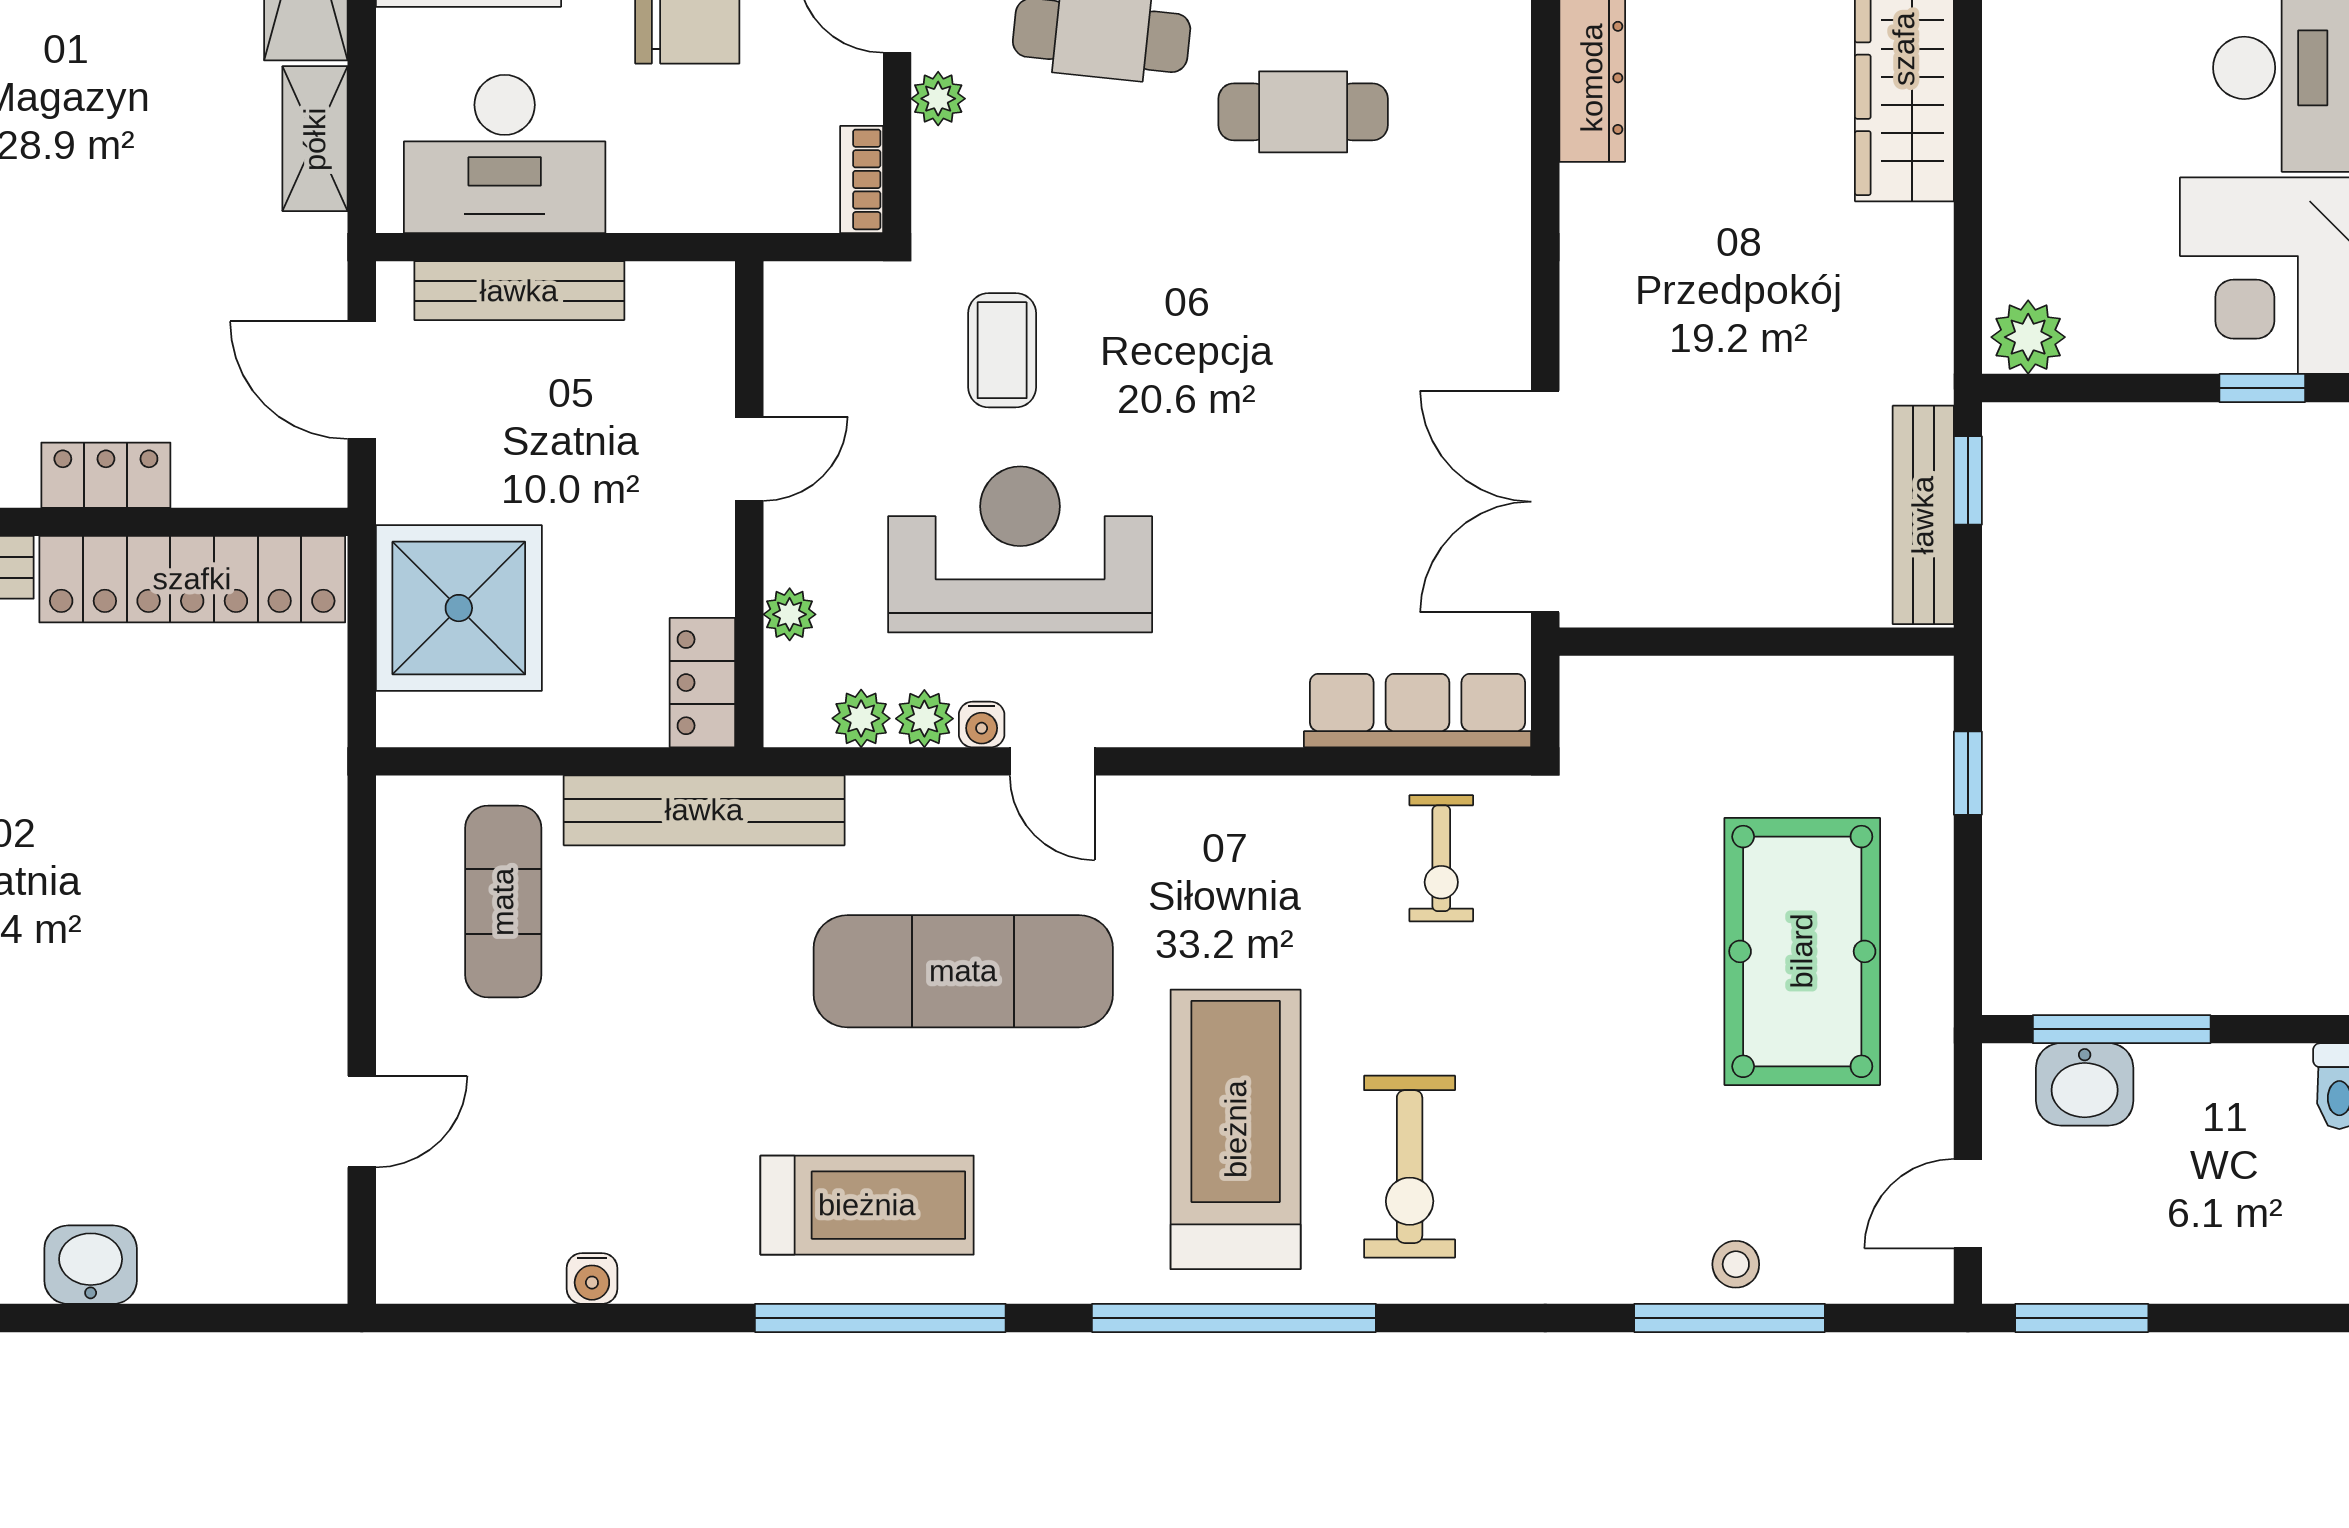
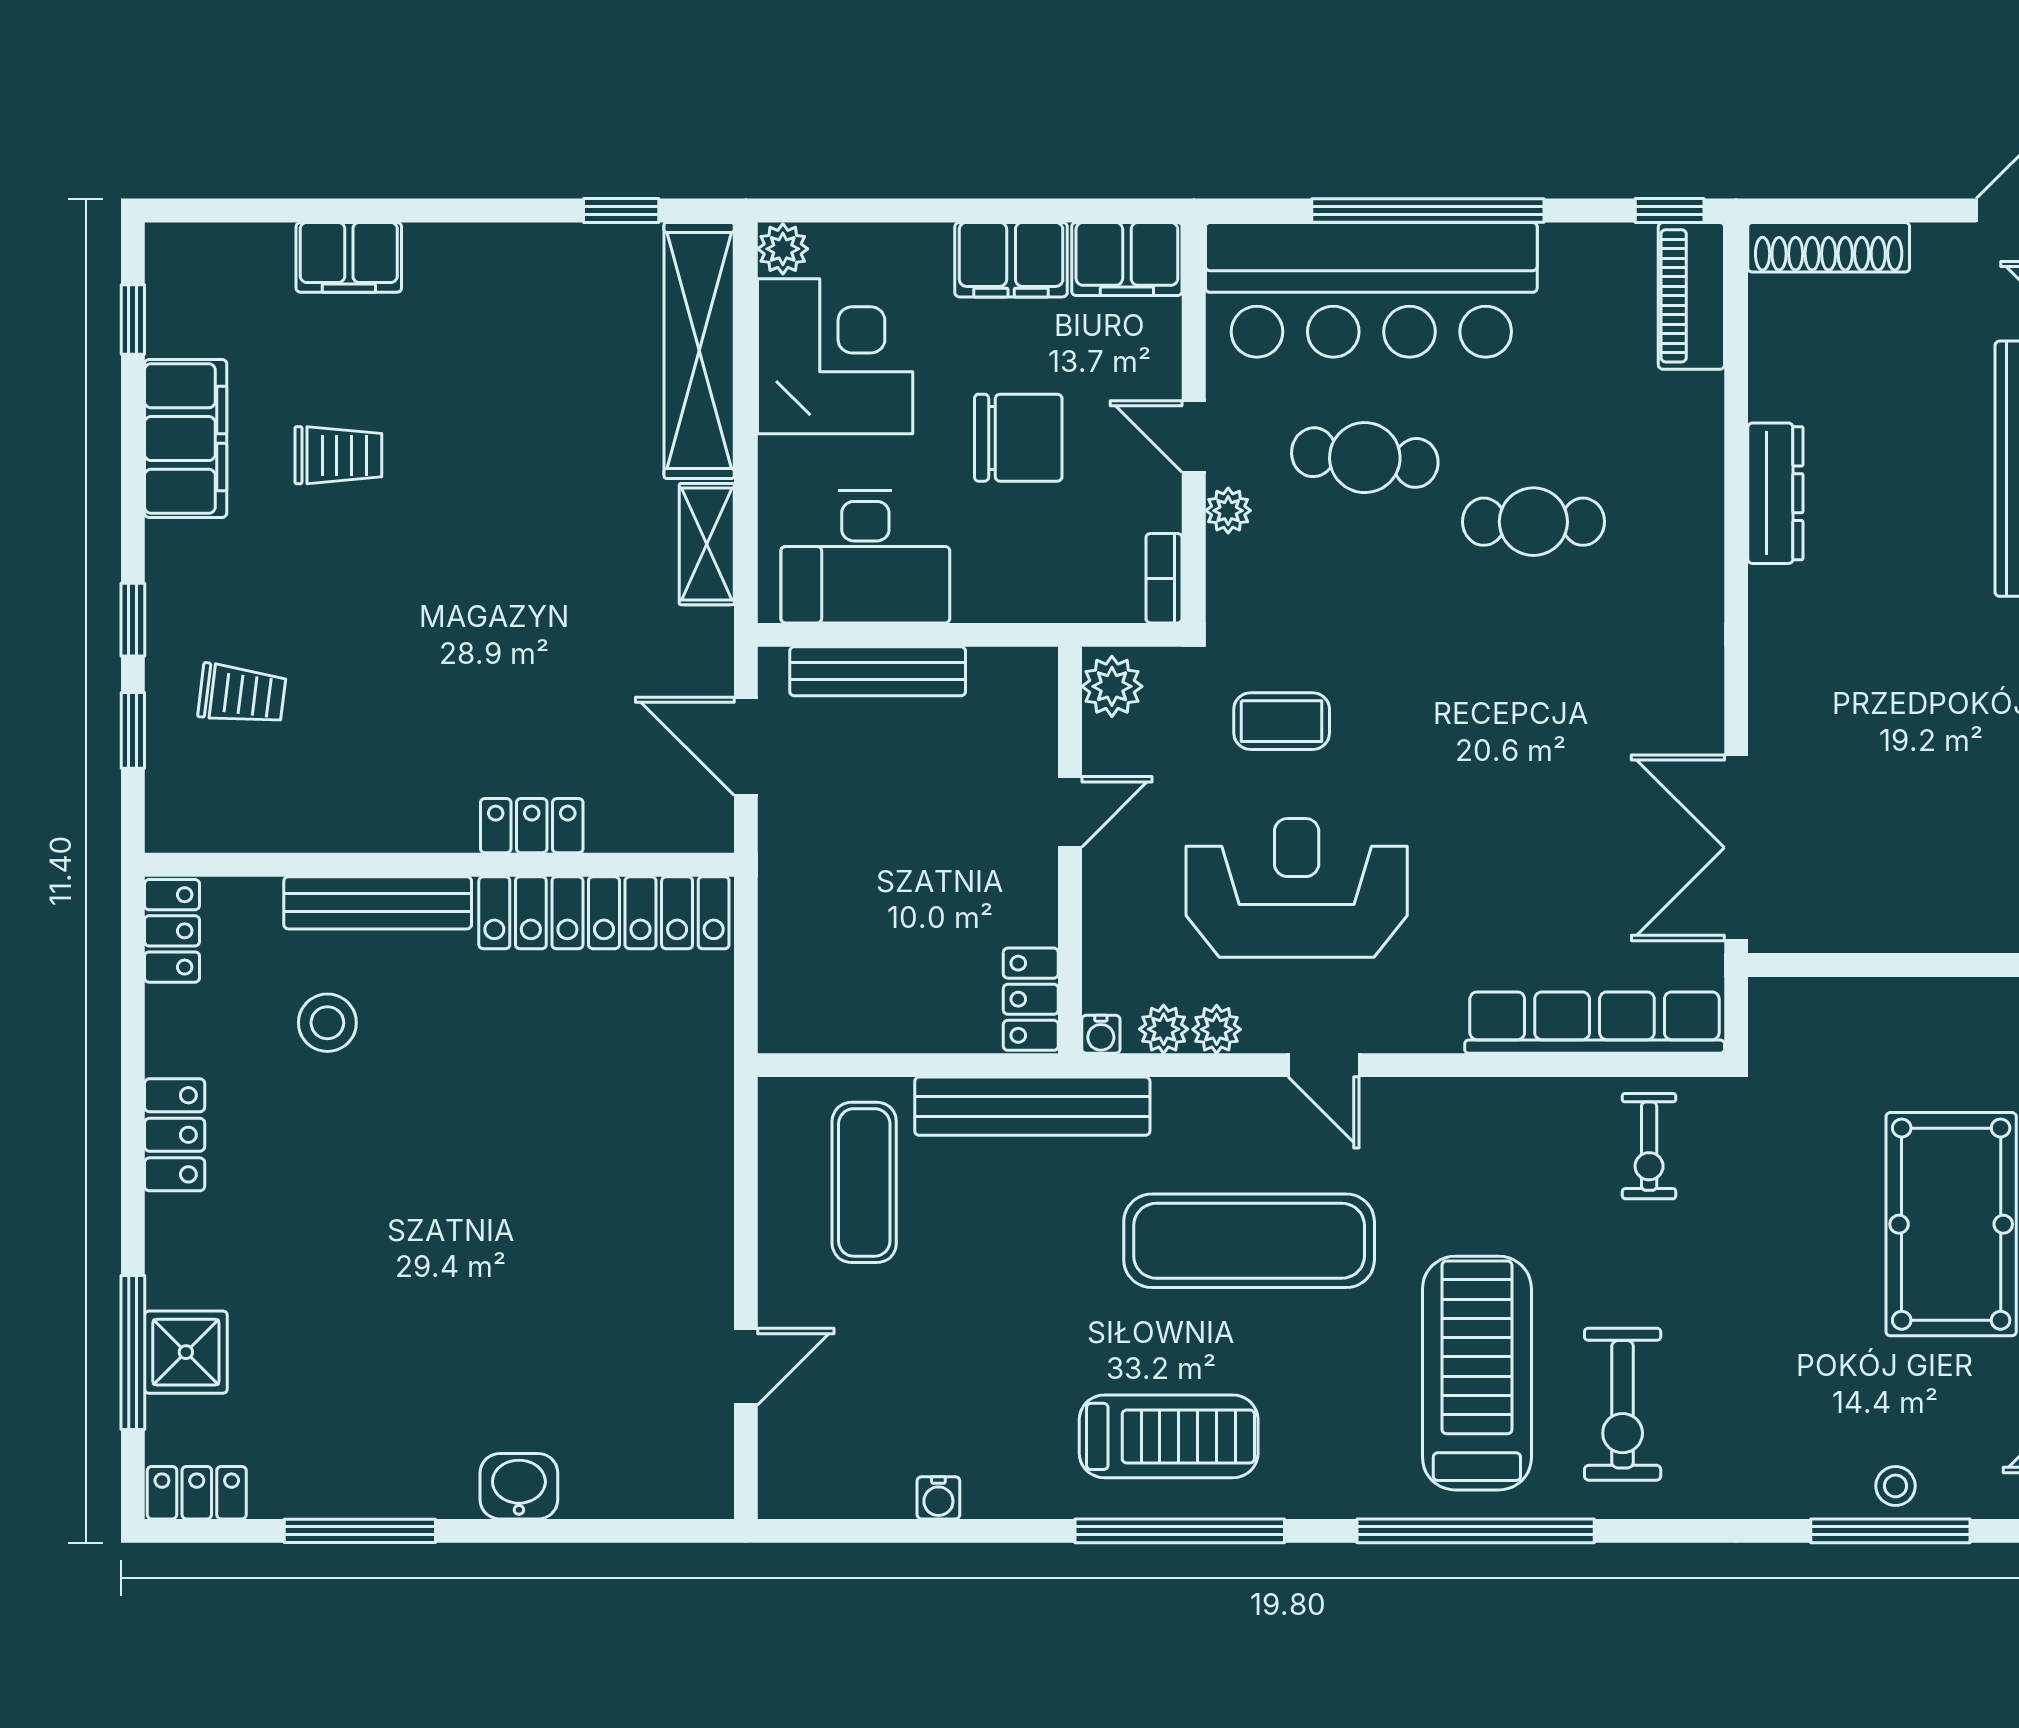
coffee table: (1002, 350) -> (1282, 721), turned 90
shower: (459, 608) -> (827, 937), removed
plant: (790, 614) -> (1112, 686), moved, width x1.38, depth x1.38
row of seats: (1418, 711) -> (1595, 1023), width x1.36
water cooler: (982, 724) -> (1101, 1034), moved

